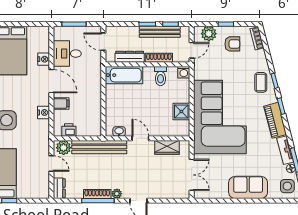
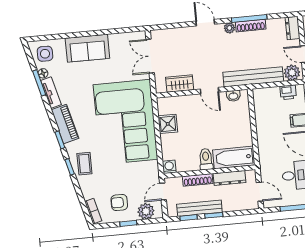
toilet: (160, 76) -> (206, 159), moved

